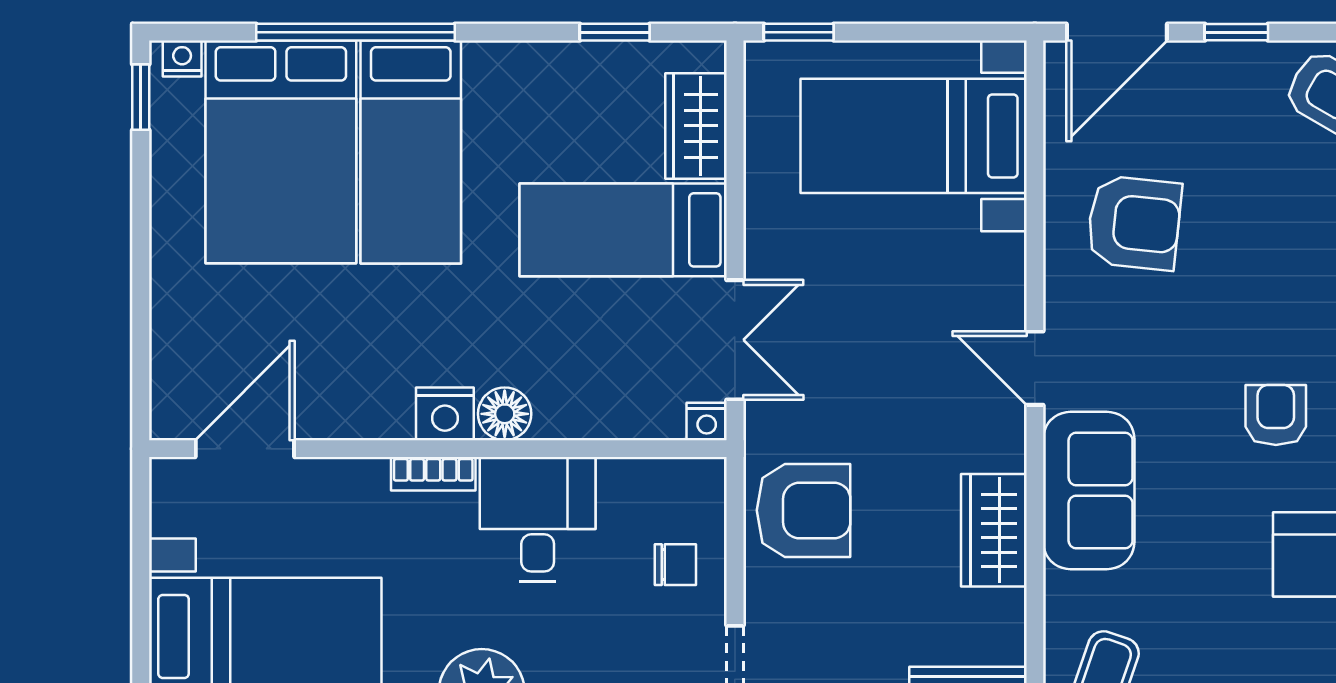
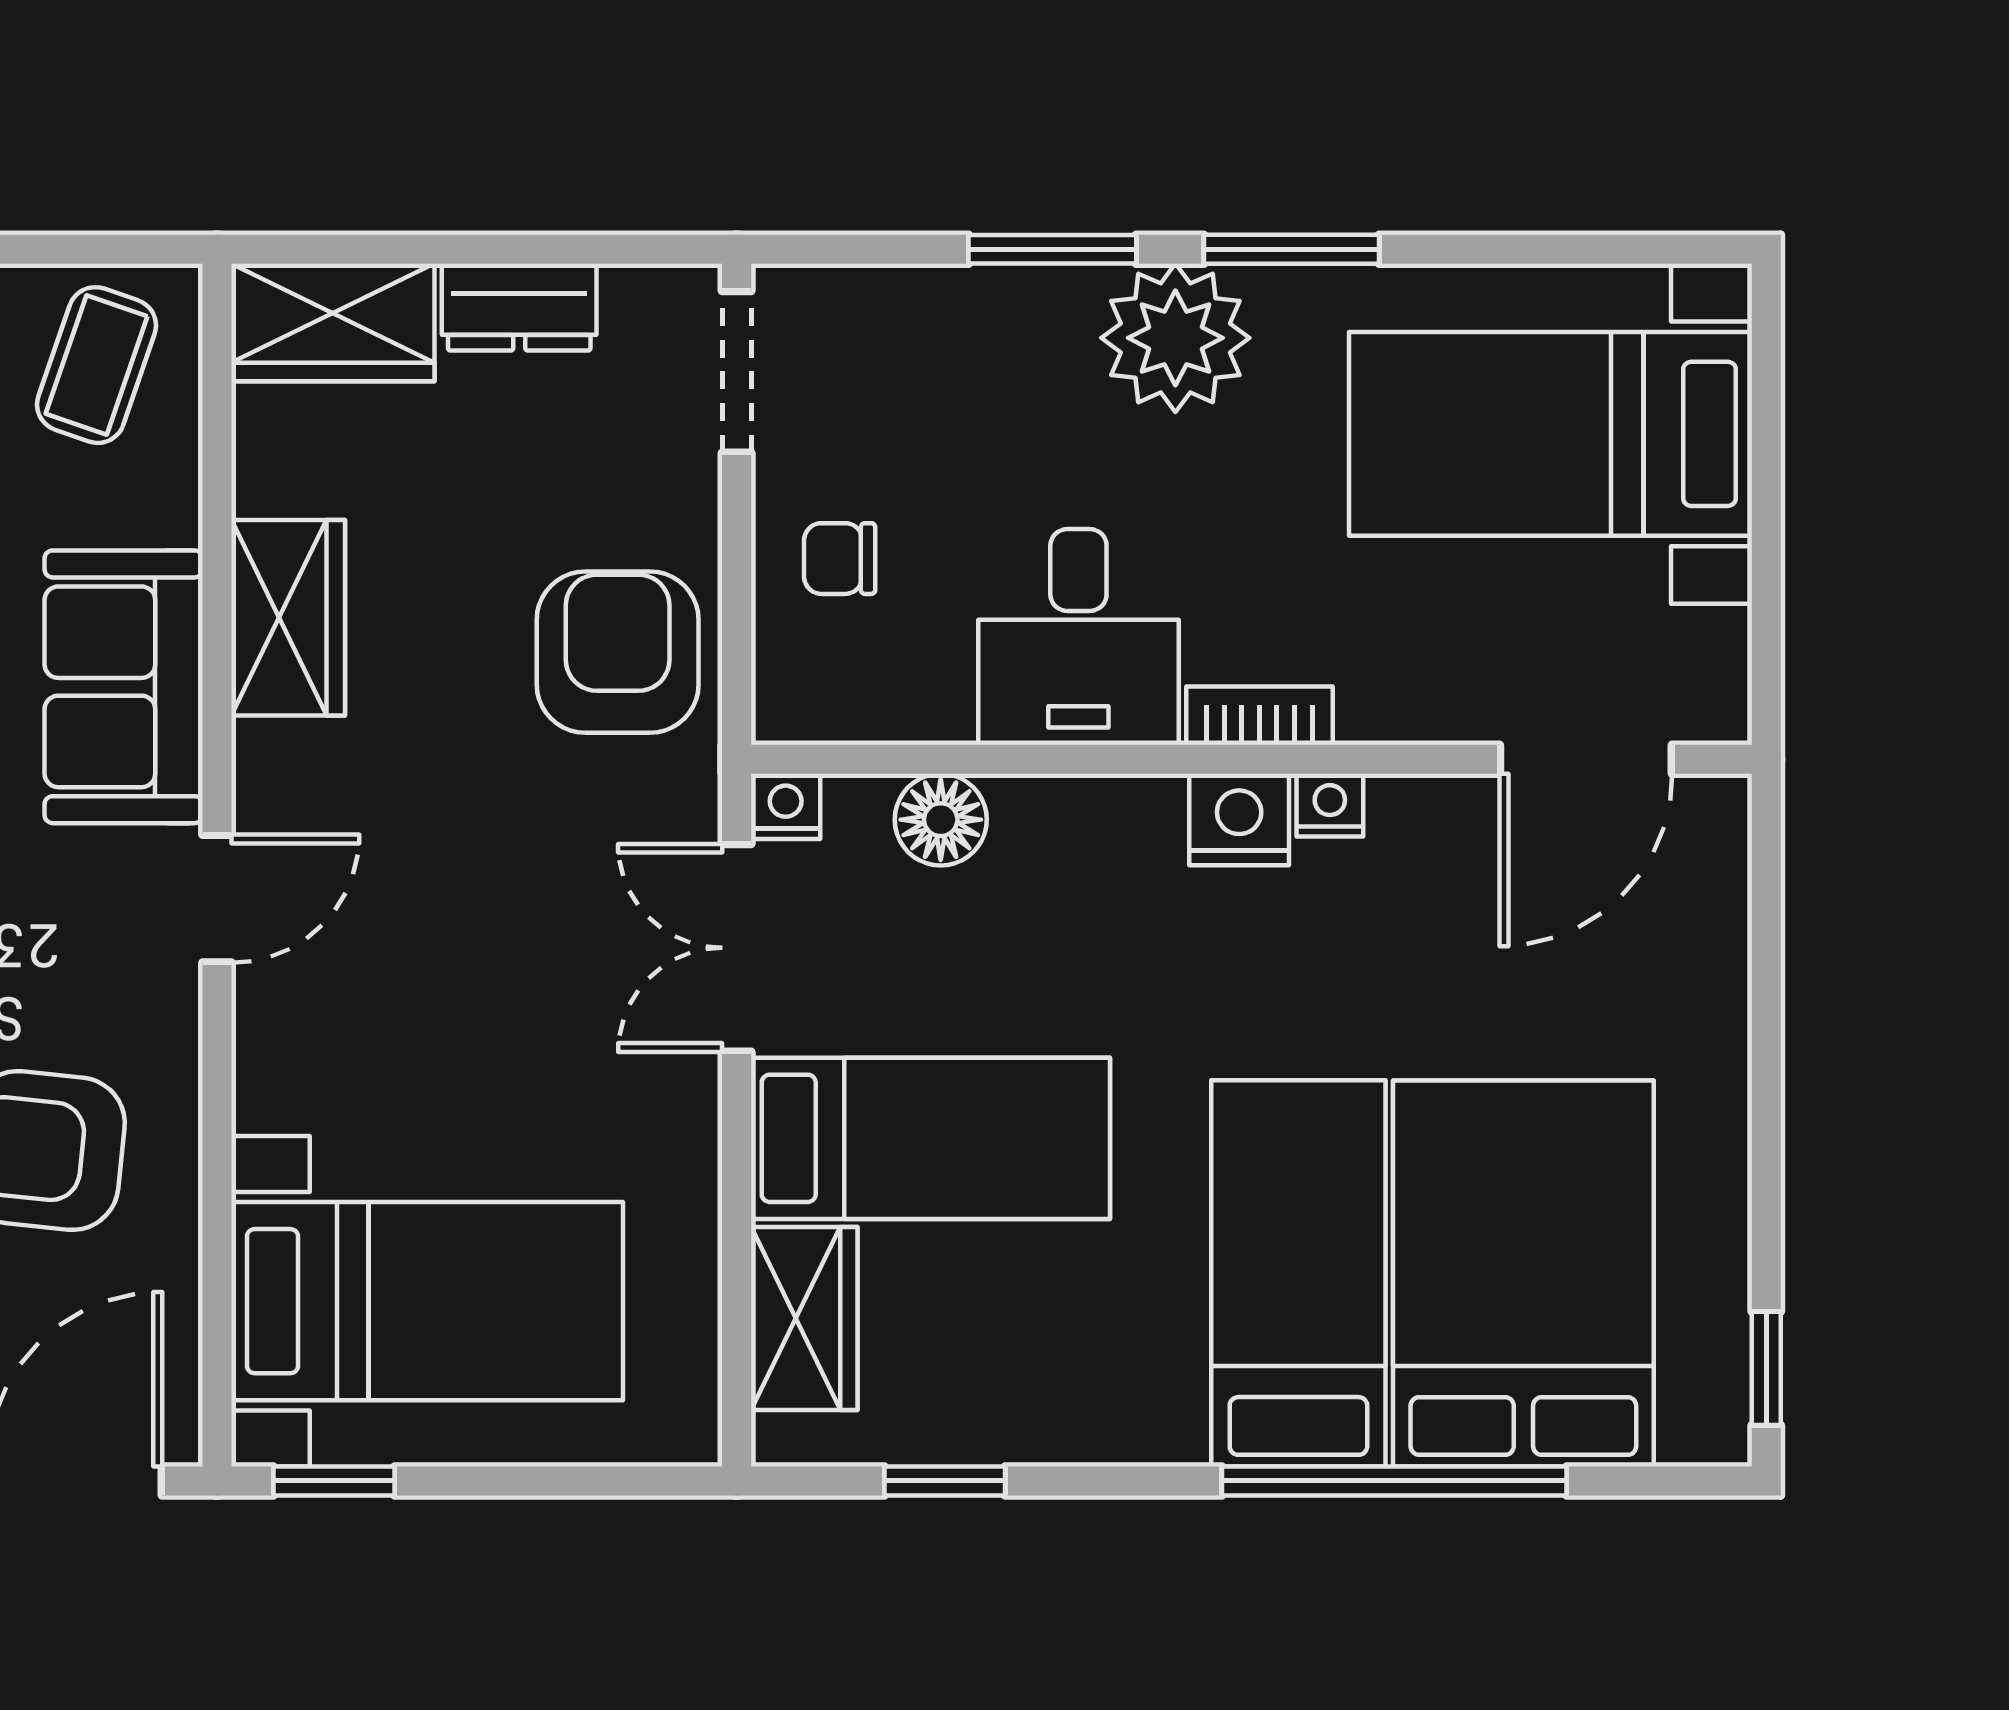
window: (799, 32) -> (334, 1481), moved
nightstand: (182, 59) -> (1330, 805), moved, turned 180
door: (1035, 368) -> (217, 899), hinge flipped
floor lamp: (505, 414) -> (941, 820), moved
armchair: (804, 510) -> (618, 652), turned 90

